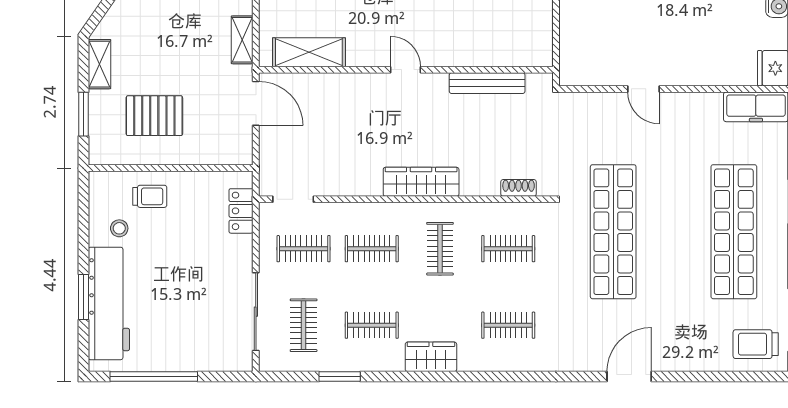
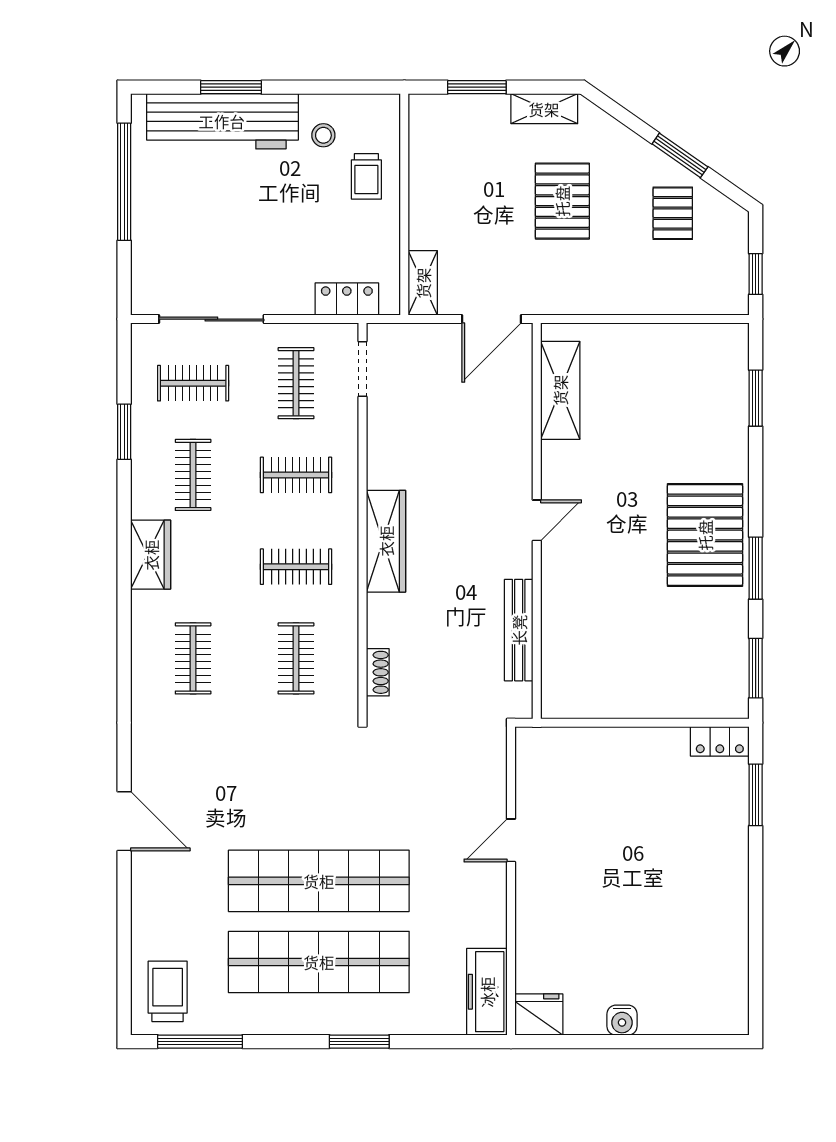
shelving: (242, 40) -> (423, 283), moved, turned 90
pallet: (154, 116) -> (562, 201), moved
shop shelf: (613, 232) -> (319, 881), moved
clothes rail: (372, 249) -> (296, 475), turned 90

